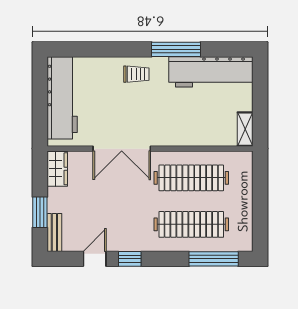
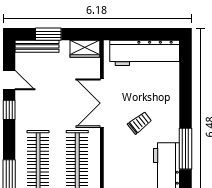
trolley: (136, 74) -> (140, 123), moved, turned -128
bench: (54, 232) -> (37, 46), width x1.36

